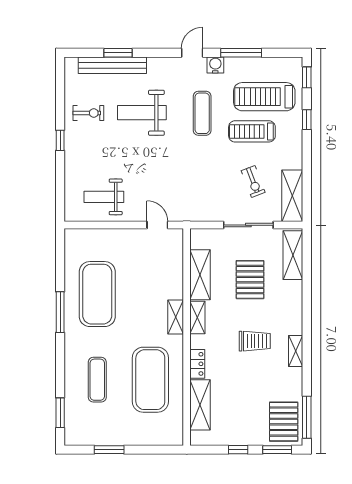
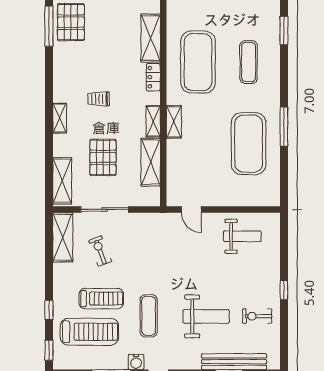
trolley: (255, 341) -> (99, 99), width x0.73, depth x0.72
shelving: (296, 351) -> (60, 118), moved

